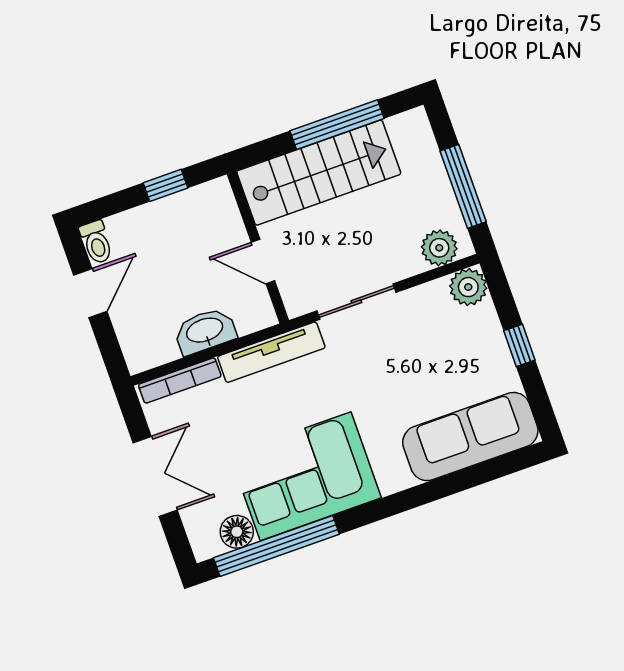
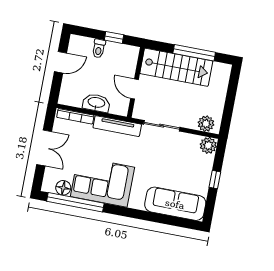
window: (463, 186) -> (229, 105), removed
toilet: (96, 242) -> (99, 48), moved

